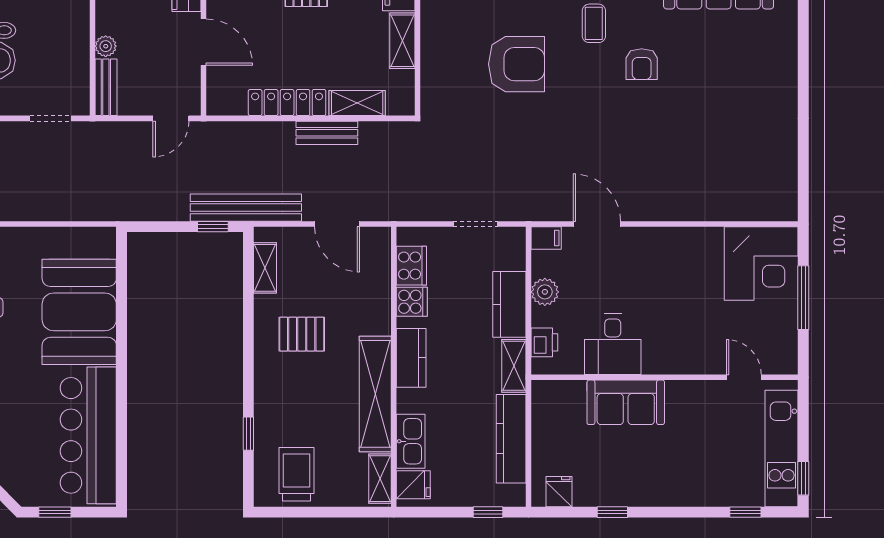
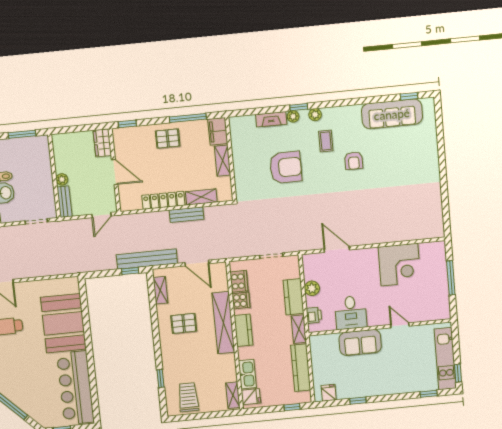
filing cabinet: (546, 238) -> (310, 260), removed
corner desk: (761, 264) -> (399, 265), moved
door: (744, 377) -> (400, 325), moved
shelving: (375, 394) -> (223, 323), moved

